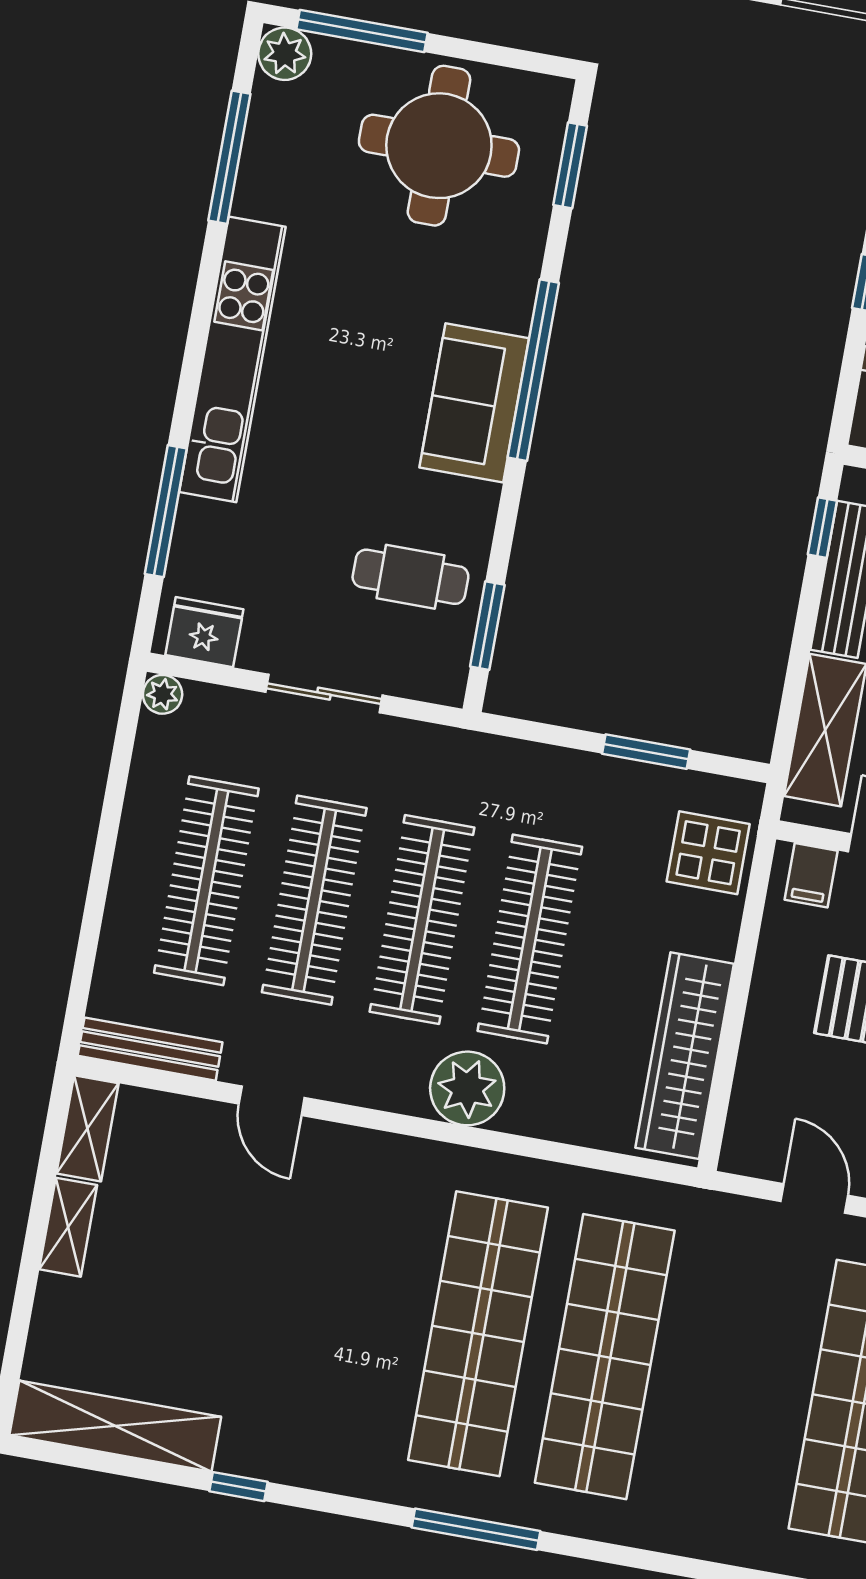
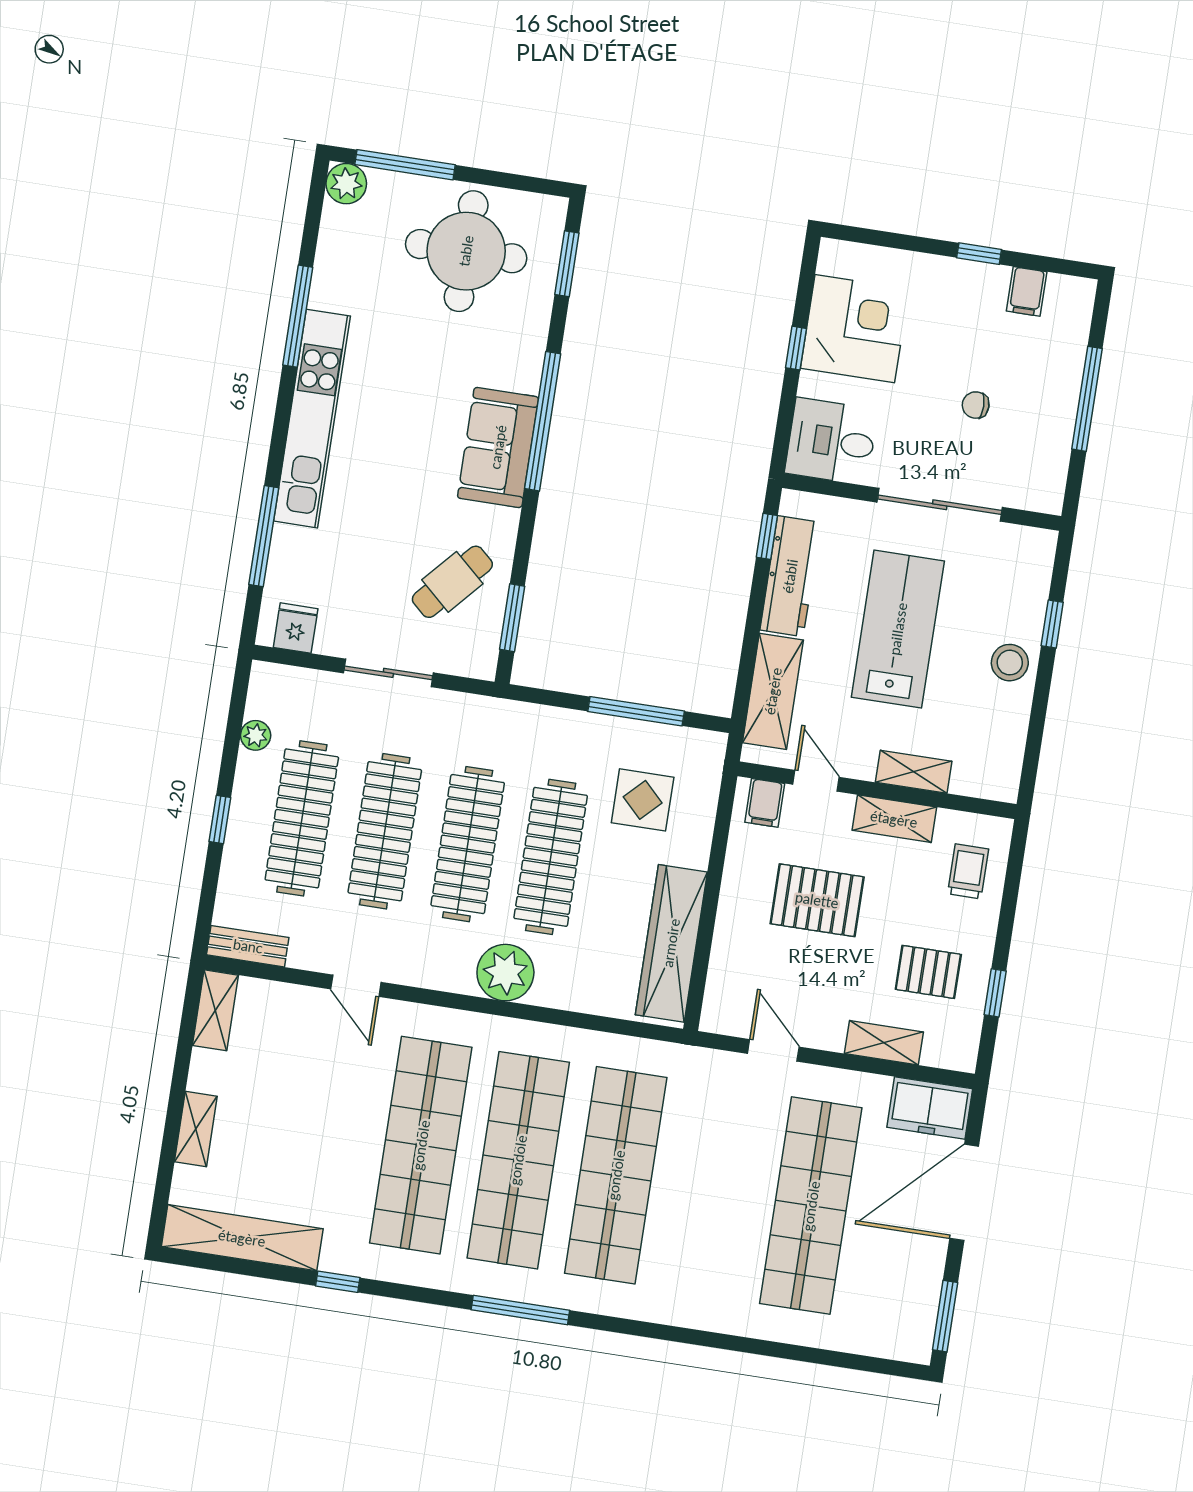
window: (229, 157) -> (298, 316), moved
cafe table: (410, 577) -> (452, 582), turned -48
fridge: (204, 632) -> (296, 628), width x0.72
plant: (163, 694) -> (256, 735), moved
window: (646, 752) -> (636, 711), width x1.44
display table: (708, 853) -> (643, 800), moved
window: (99, 880) -> (220, 820), added
bench: (150, 1049) -> (248, 946), width x0.73
shelving: (68, 1227) -> (196, 1129), moved
shop shelf: (351, 1311) -> (421, 1145), added

